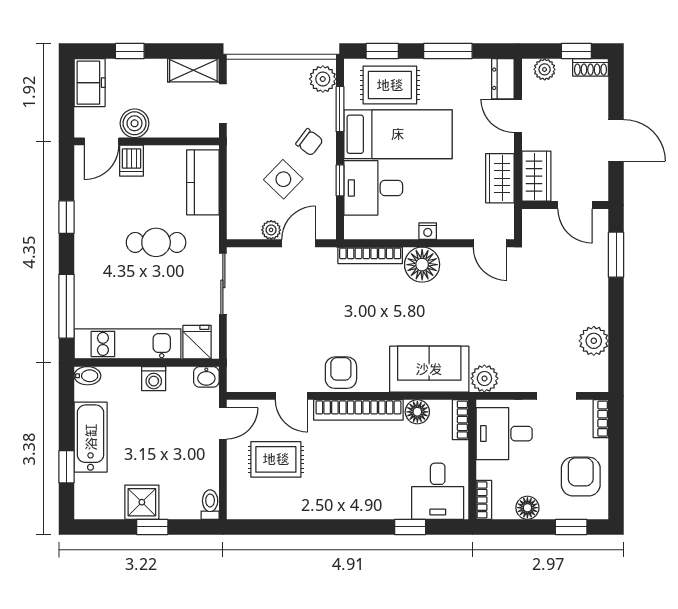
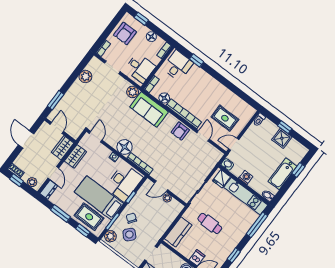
side table: (283, 179) -> (129, 234), moved
desk: (373, 188) -> (124, 182), width x1.37

